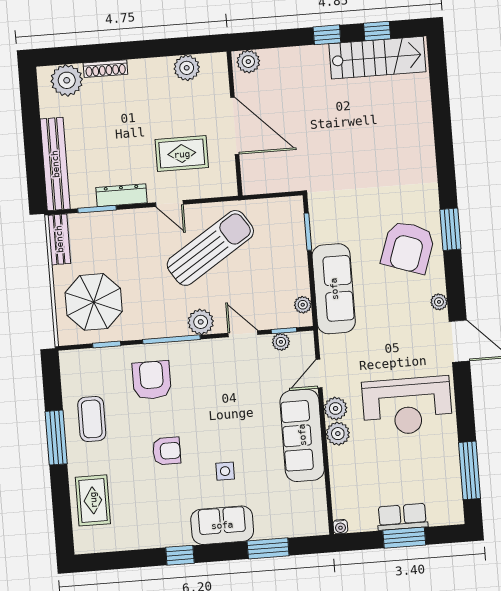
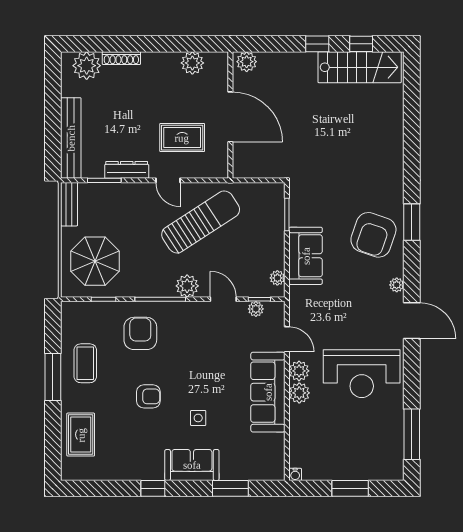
sofa: (334, 289) -> (306, 256), width x0.73
door: (319, 374) -> (287, 339), swing flipped
row of seats: (402, 517) -> (350, 470), removed

